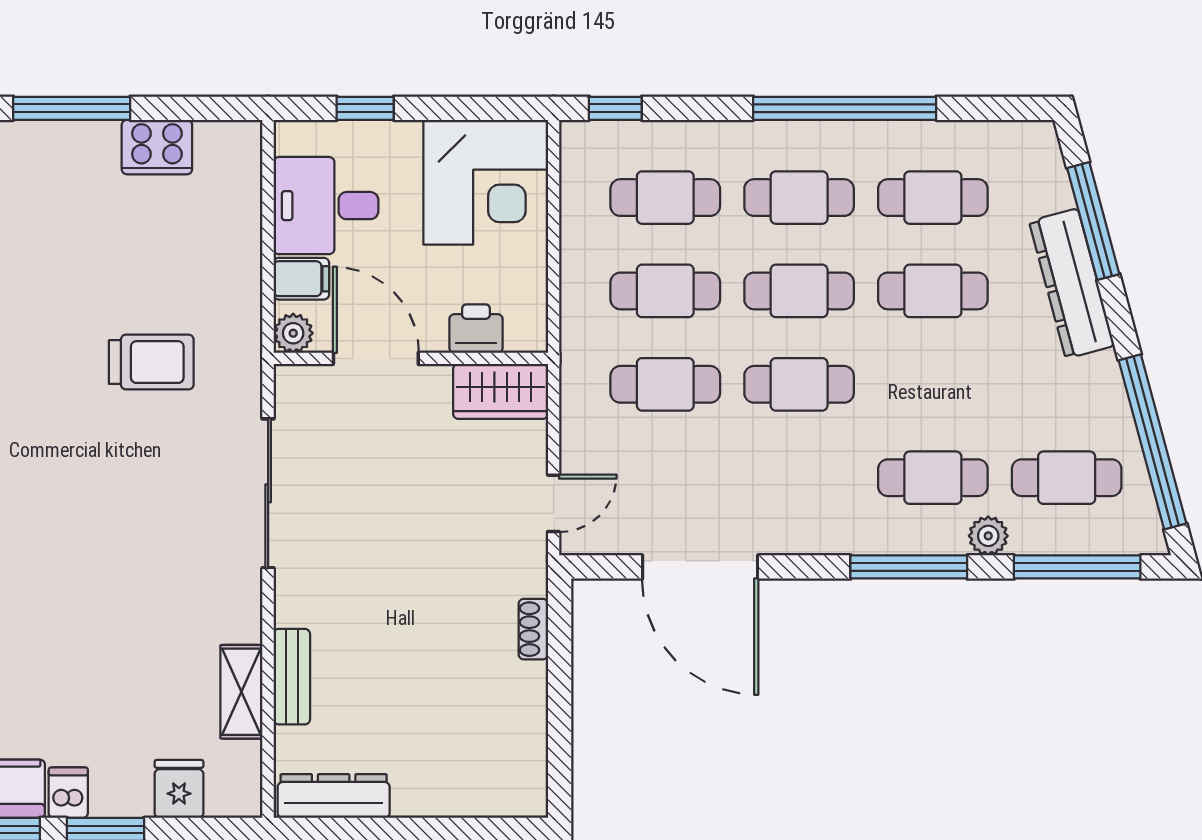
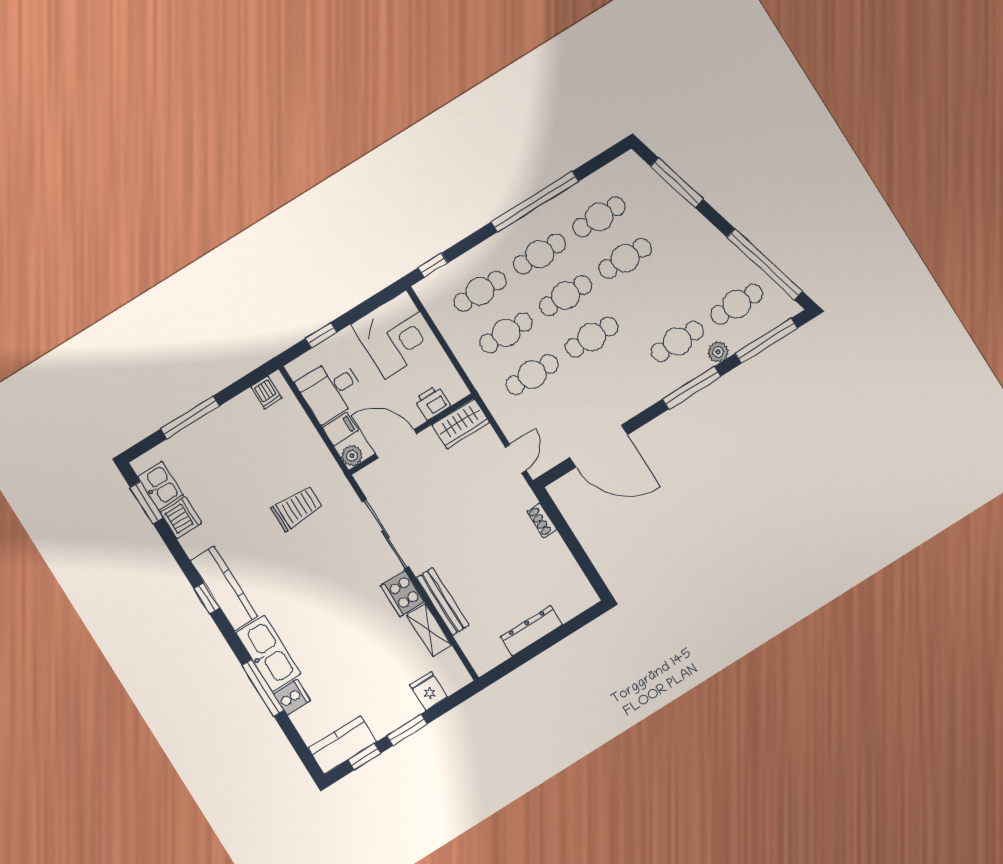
cooker: (157, 147) -> (402, 594), moved, turned 90
dresser: (1072, 284) -> (685, 216), removed
bench: (292, 677) -> (443, 602), width x1.36
dishwasher: (68, 793) -> (266, 392), moved, turned 180
dresser: (334, 796) -> (531, 631), moved

